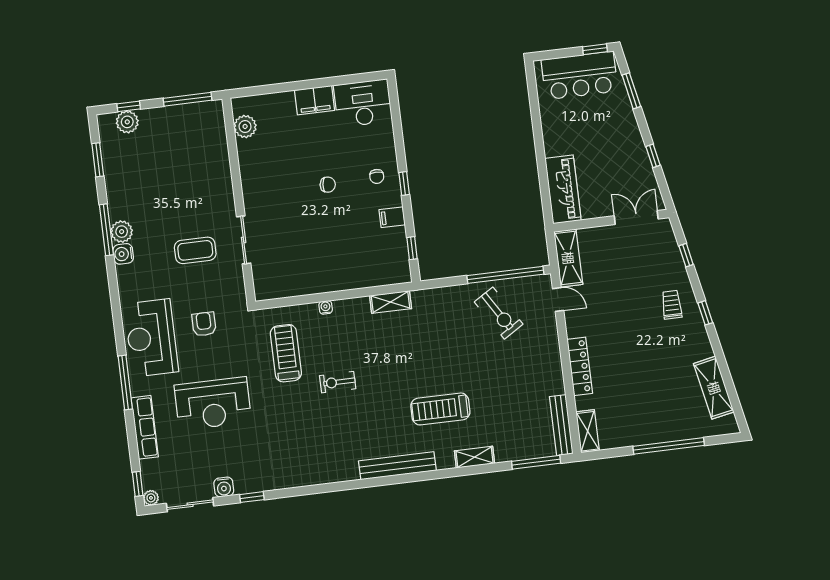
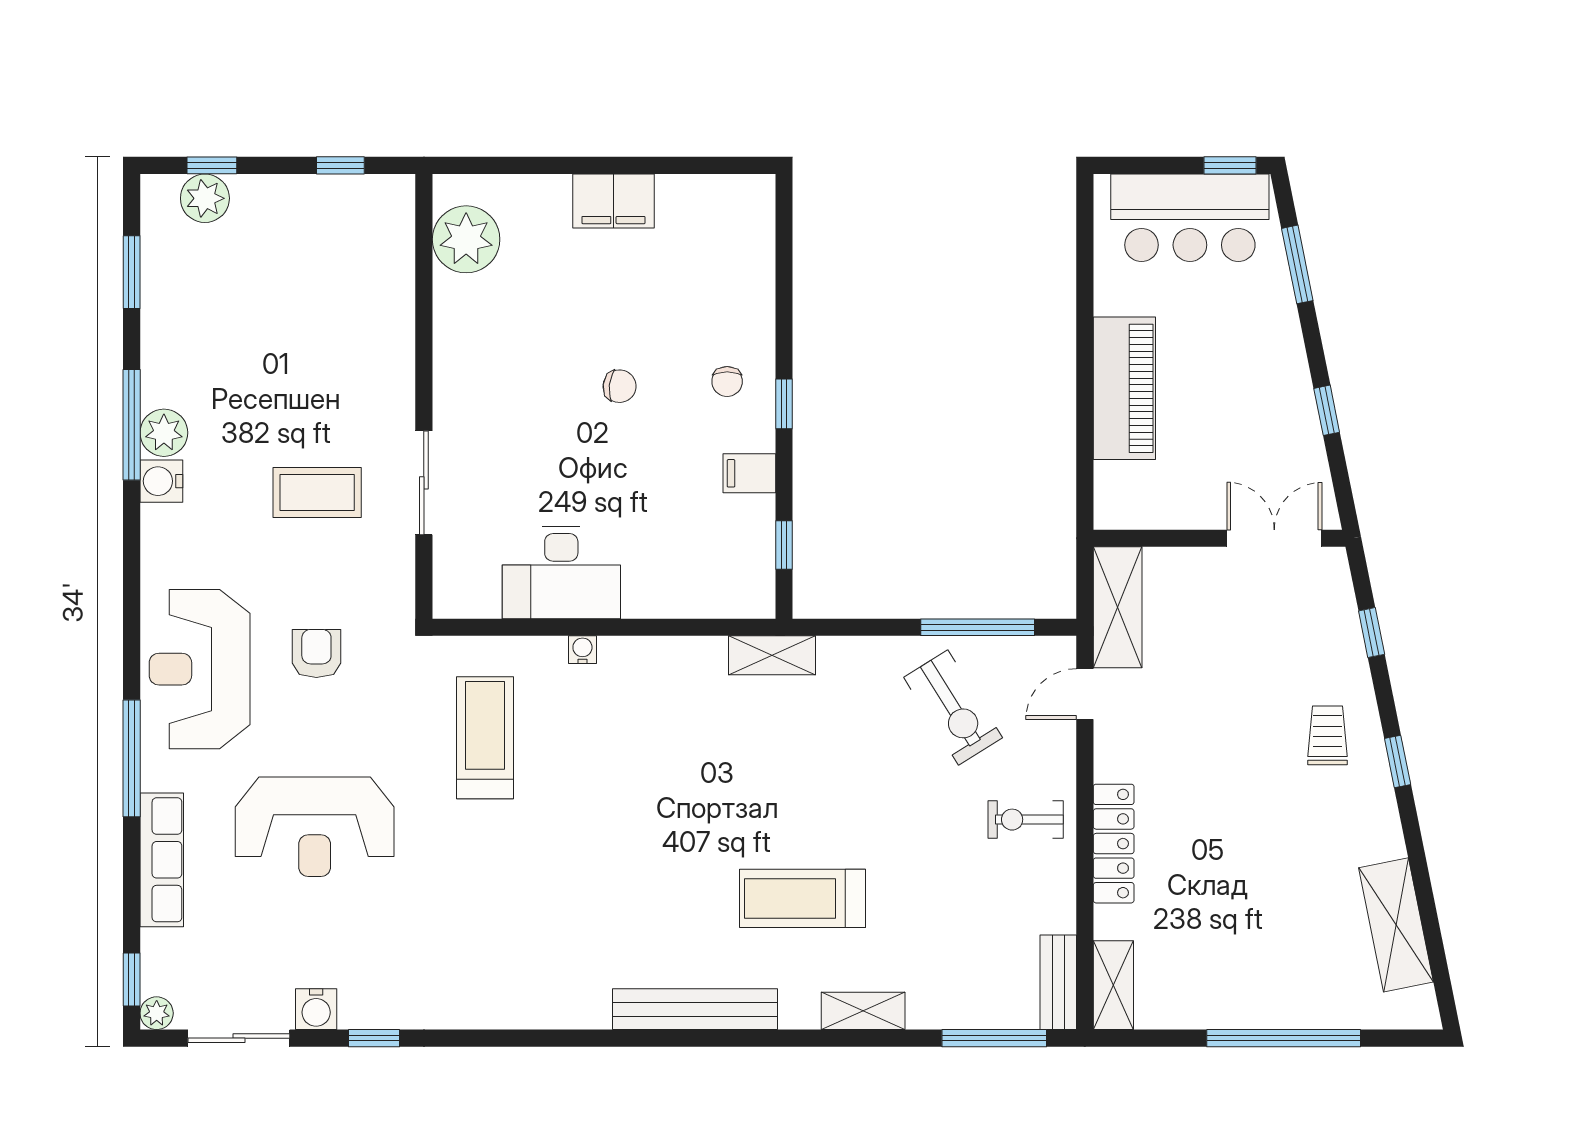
window: (188, 99) -> (340, 165), width x0.46
desk: (363, 103) -> (561, 572), moved, turned 180
plant: (245, 126) -> (466, 239), width x1.36, depth x1.36
piano: (563, 189) -> (1124, 388), moved
window: (505, 275) -> (978, 627), width x0.68
door: (558, 300) -> (1085, 694), swing flipped
shelving: (391, 302) -> (772, 655), moved
exercise bike: (338, 382) -> (1026, 820), moved
bench: (561, 425) -> (1058, 982), width x0.73

